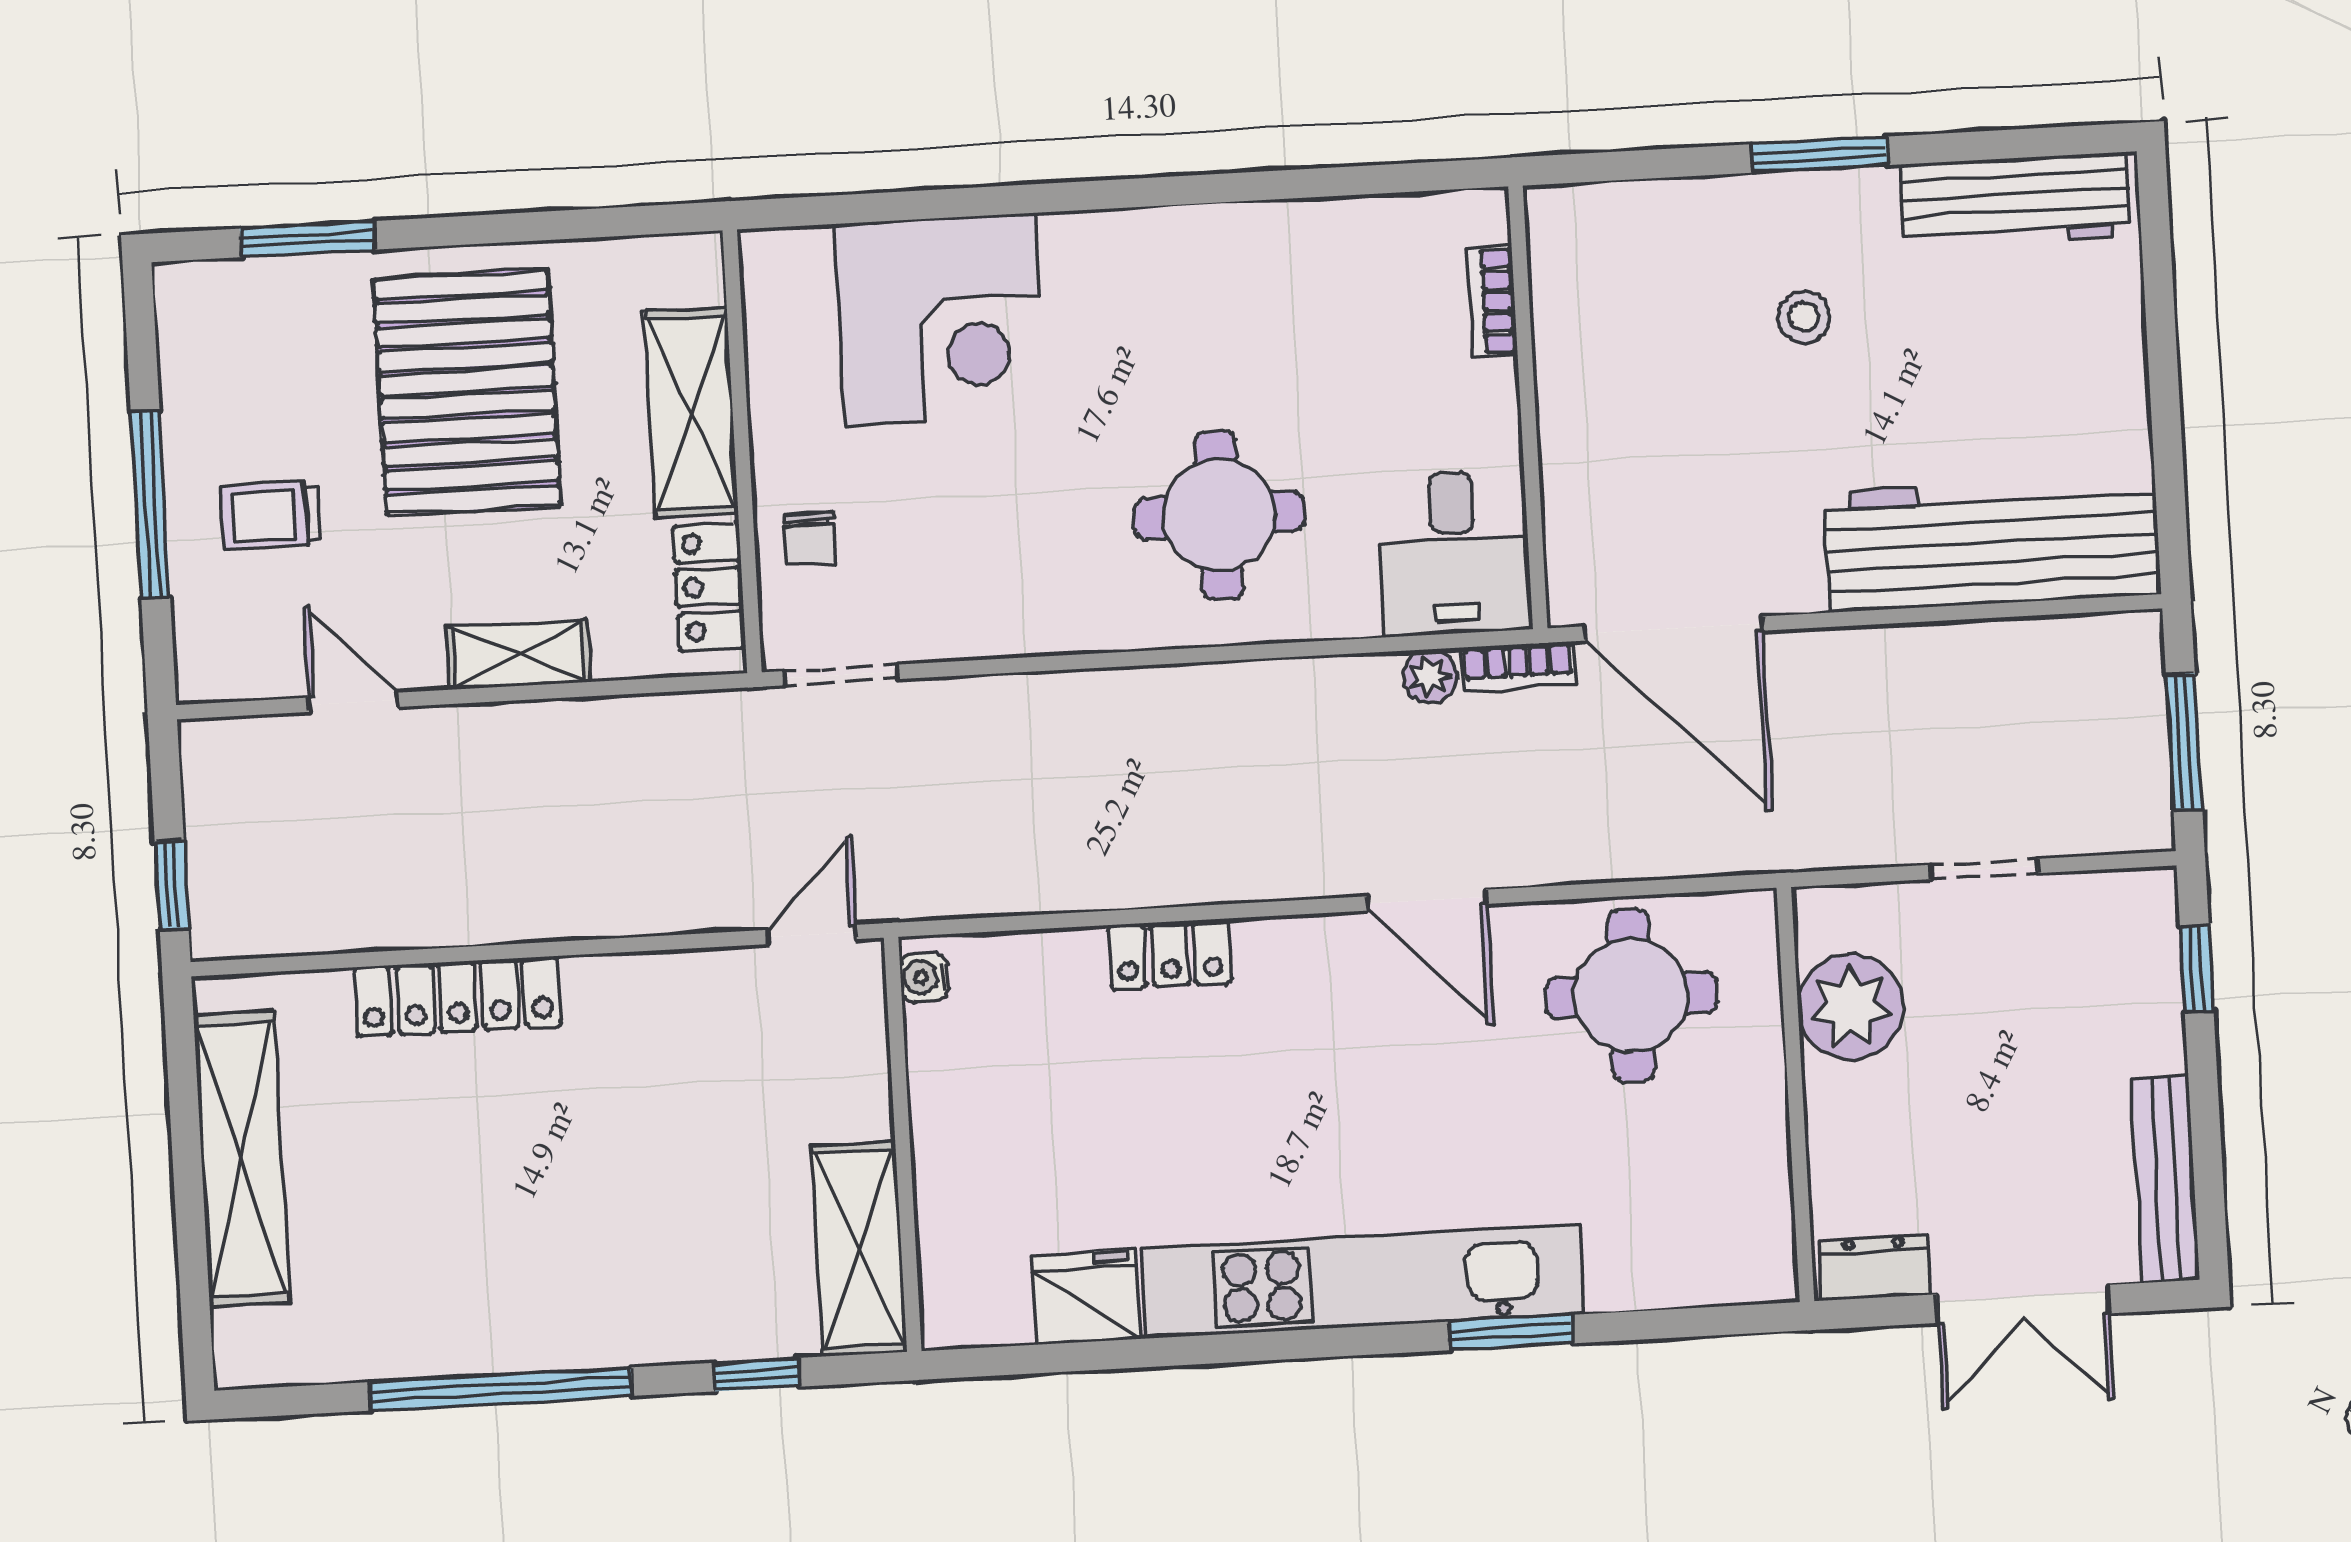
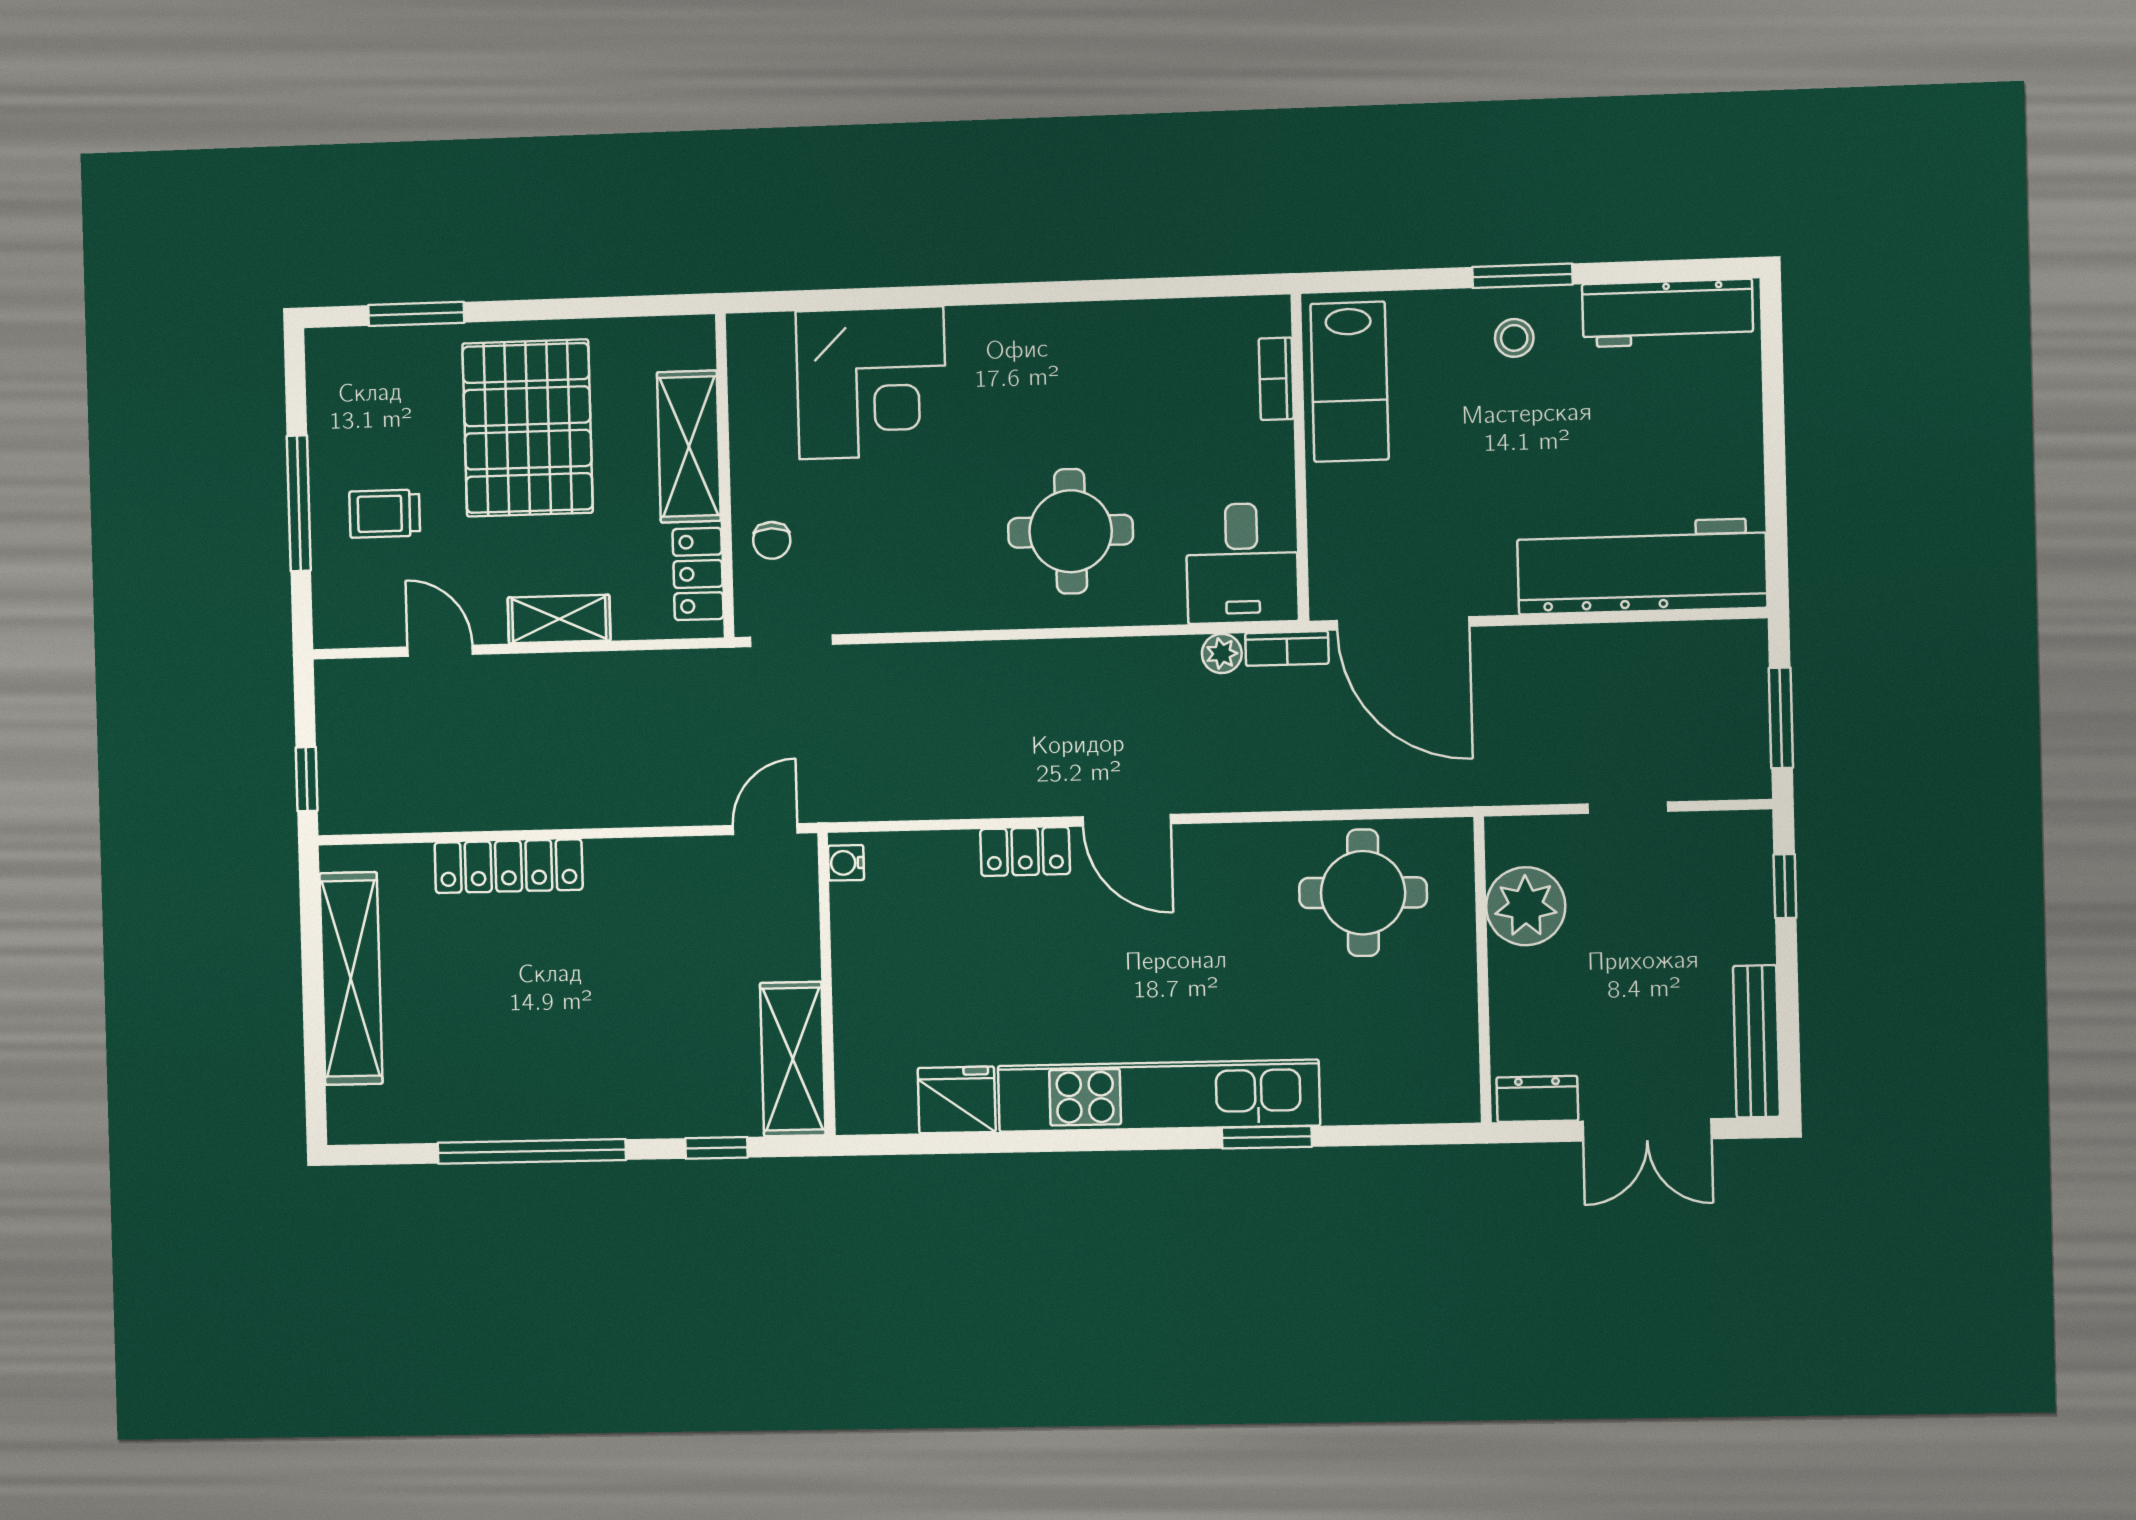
lab bench: (1592, 303) -> (1350, 382), added
stool: (1804, 317) -> (1514, 338), moved
door: (1427, 900) -> (1127, 820), moved

